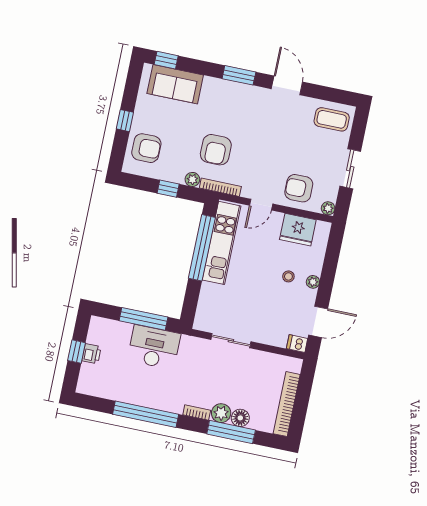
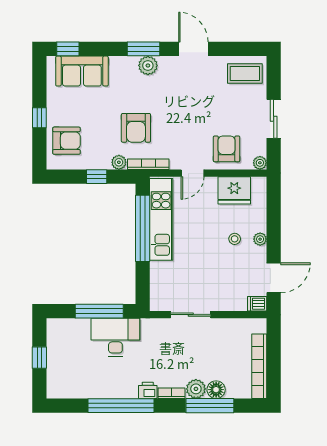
plant: (240, 92) -> (148, 65), added
armchair: (299, 188) -> (227, 149), turned 90
printer: (91, 354) -> (148, 390), moved, turned -90

